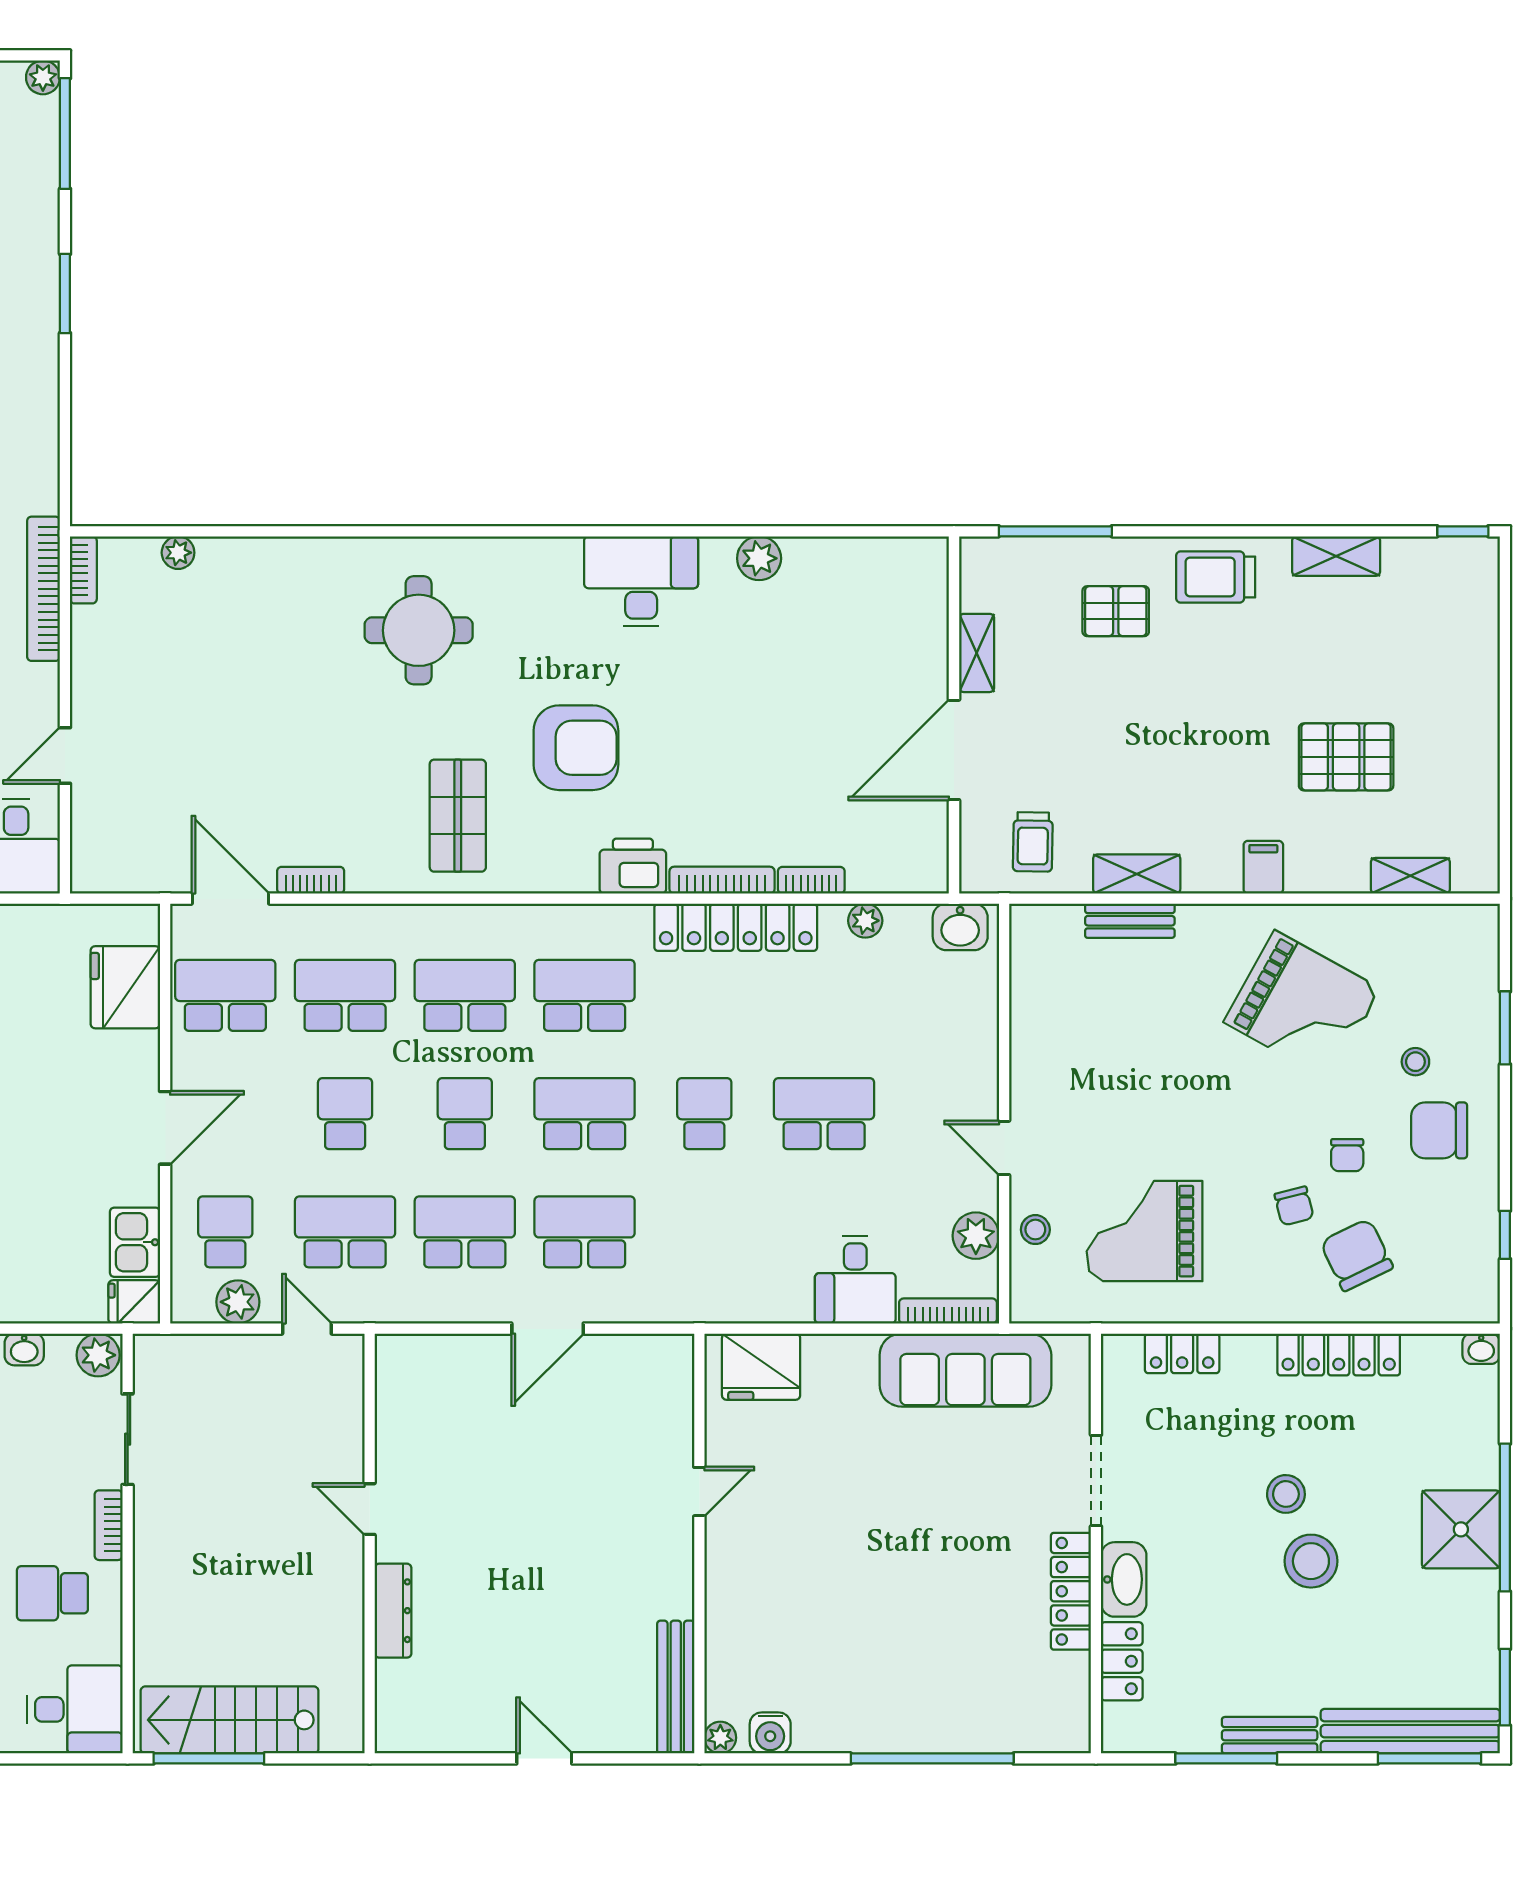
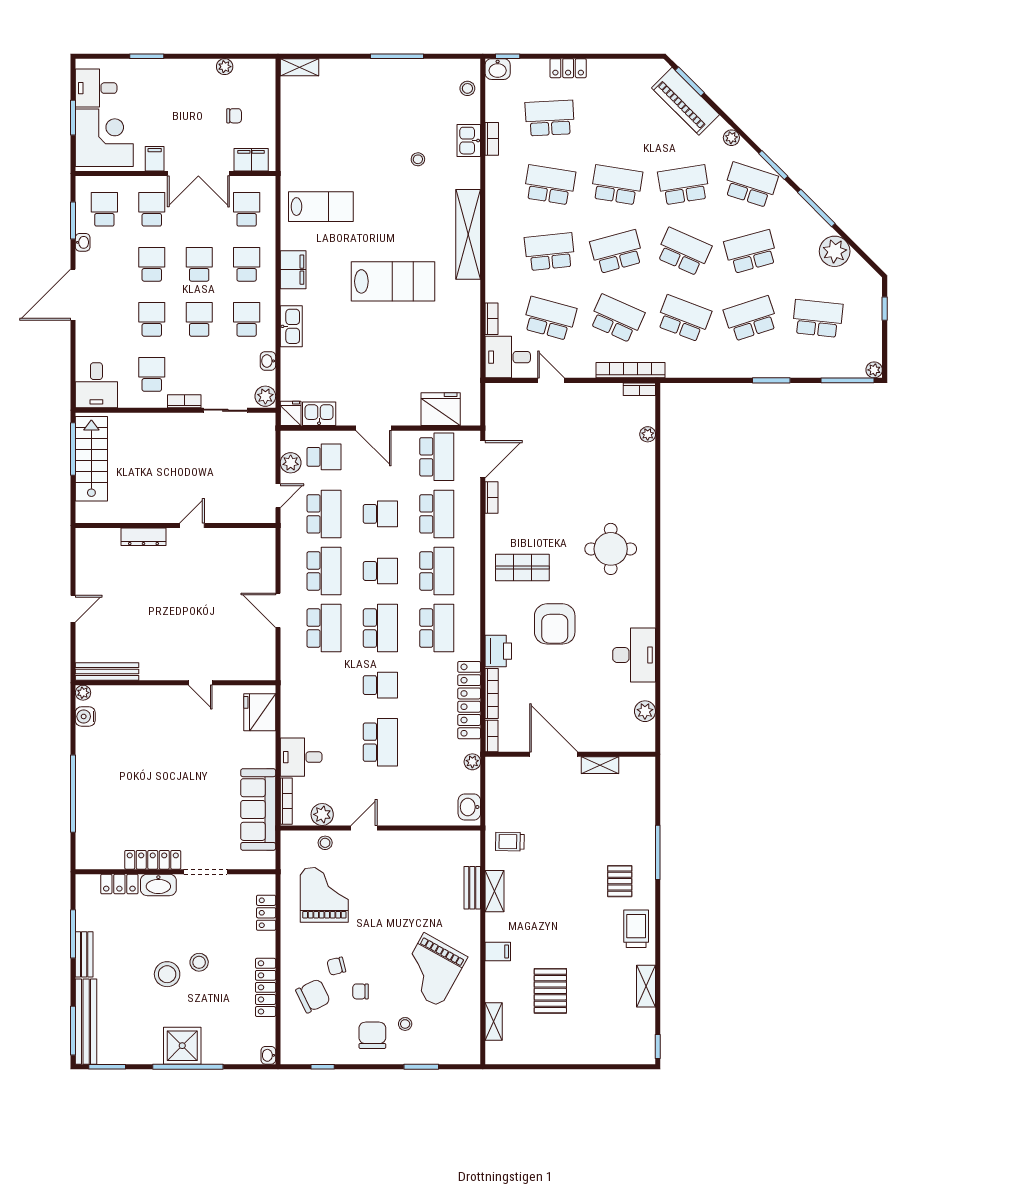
shelving: (977, 653) -> (600, 765), moved
wall: (954, 715) -> (570, 754), moved
door: (954, 750) -> (554, 754), moved

